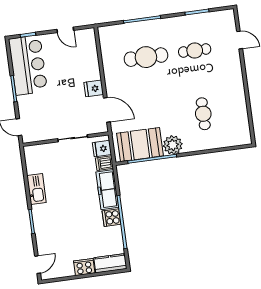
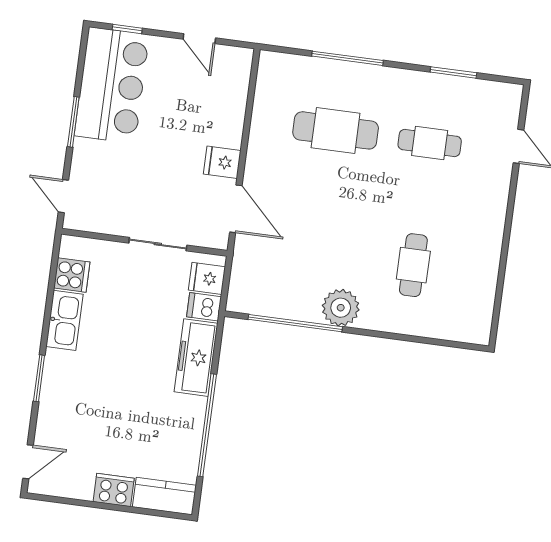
booth: (140, 145) -> (280, 290), removed
cooker: (112, 218) -> (72, 275), moved, turned 180

